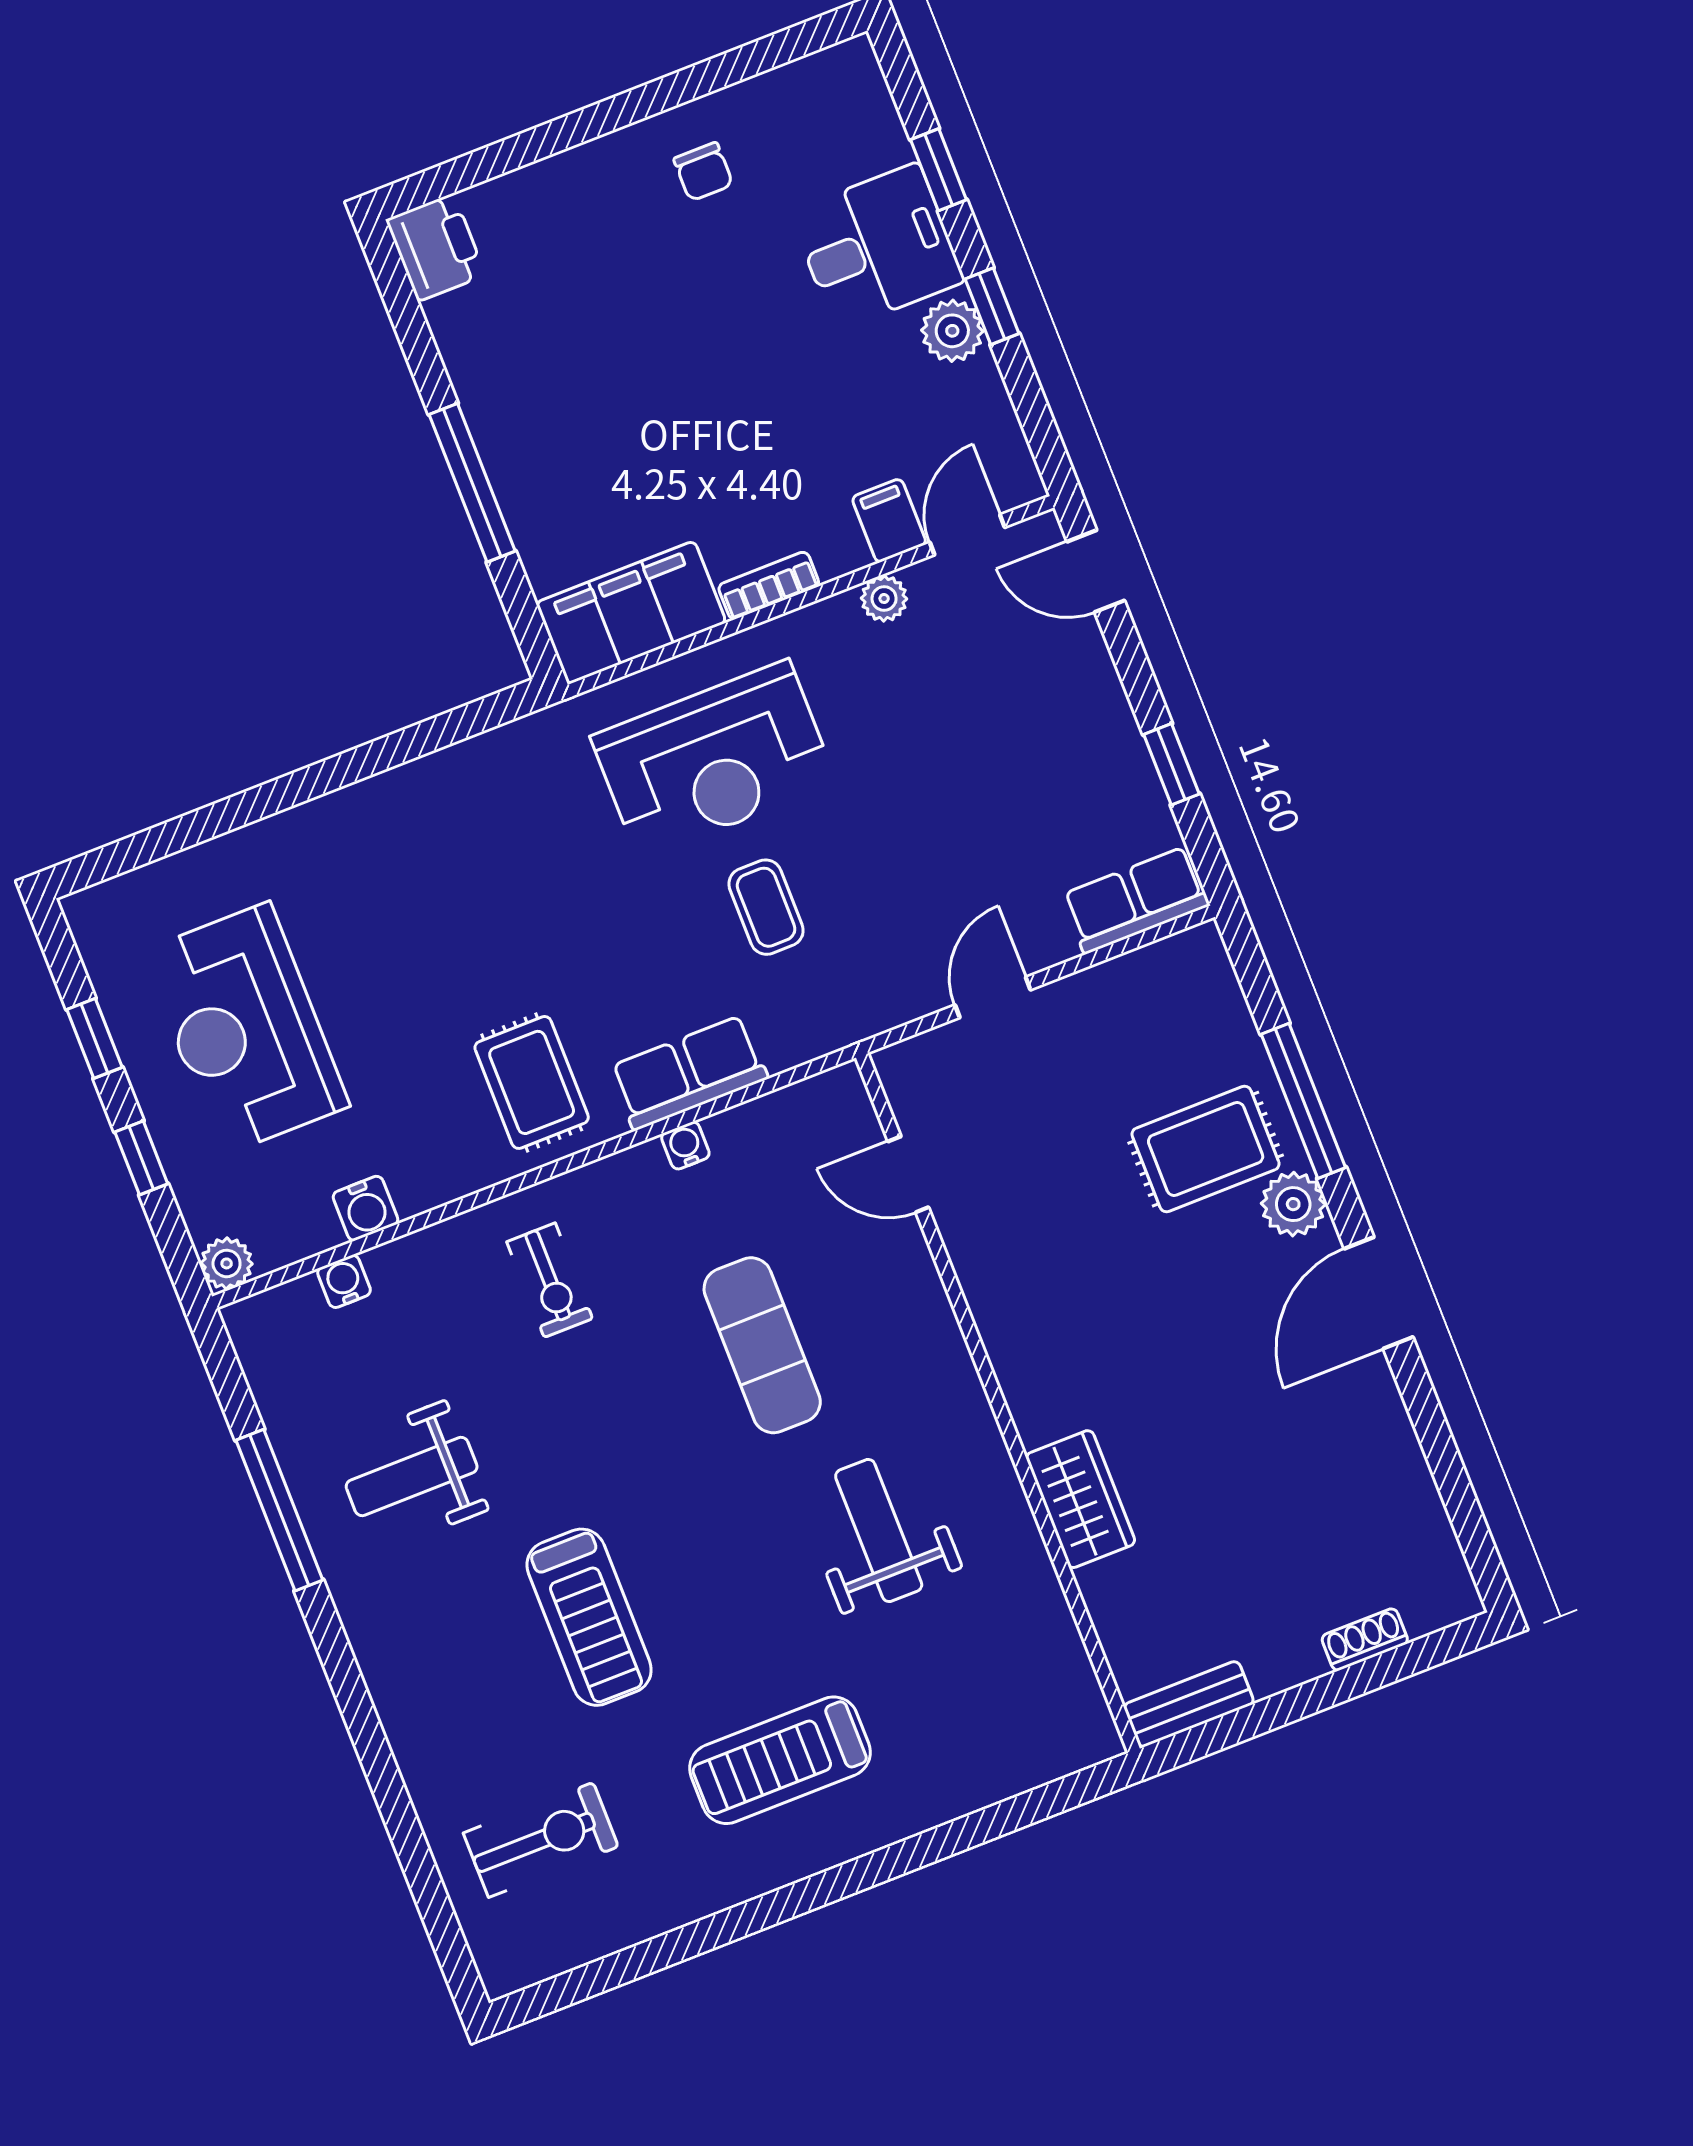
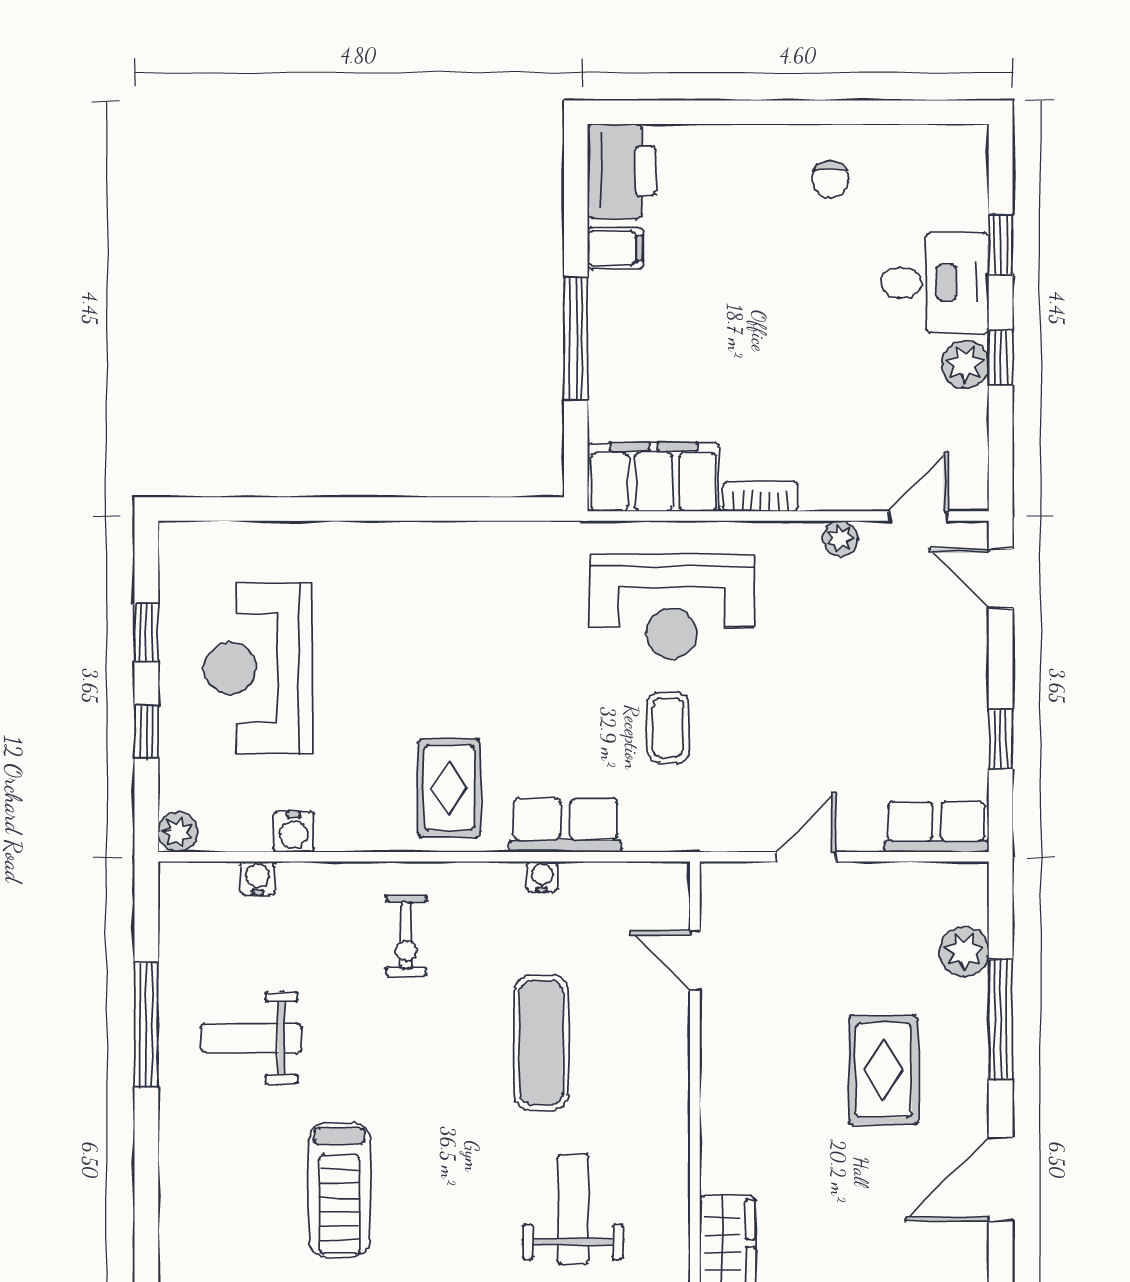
printer: (436, 247) -> (621, 171), width x1.37, depth x1.19
filing cabinet: (889, 521) -> (615, 248), moved, turned 90
rug: (1206, 1149) -> (883, 1070), moved, turned 90
plant: (1293, 1204) -> (964, 952), moved

